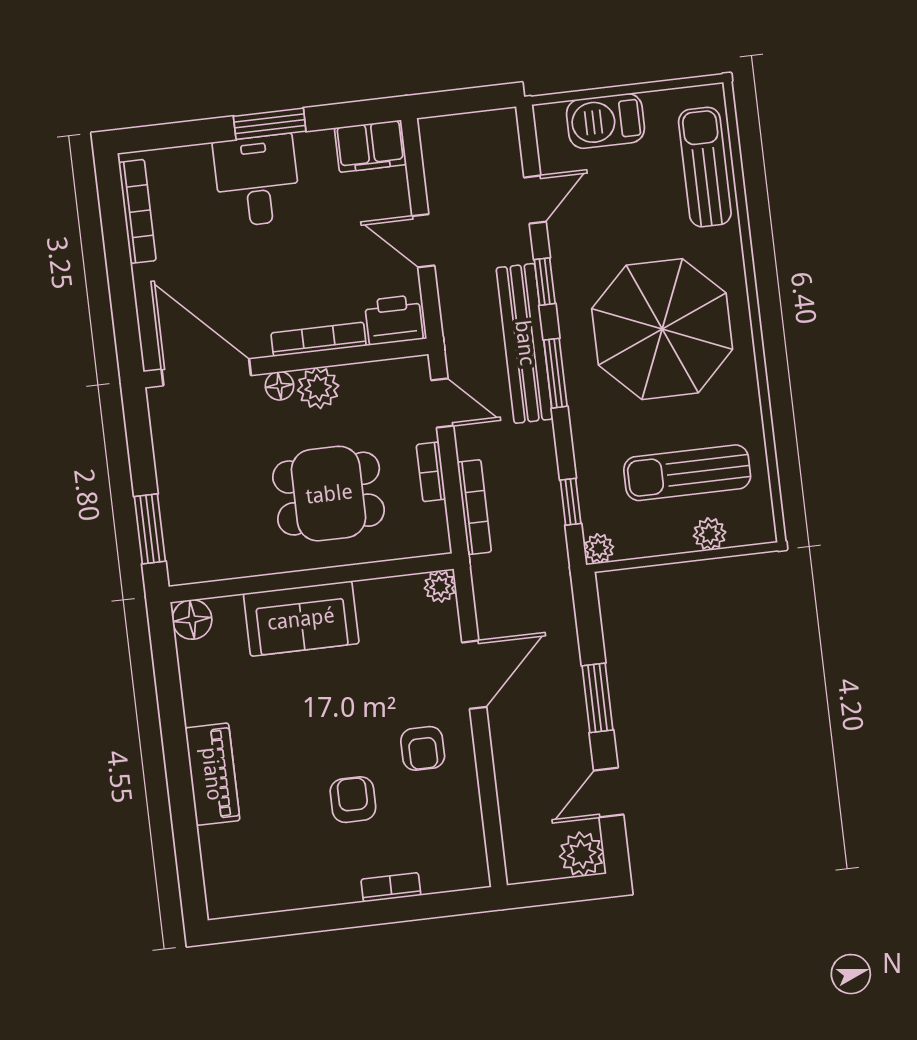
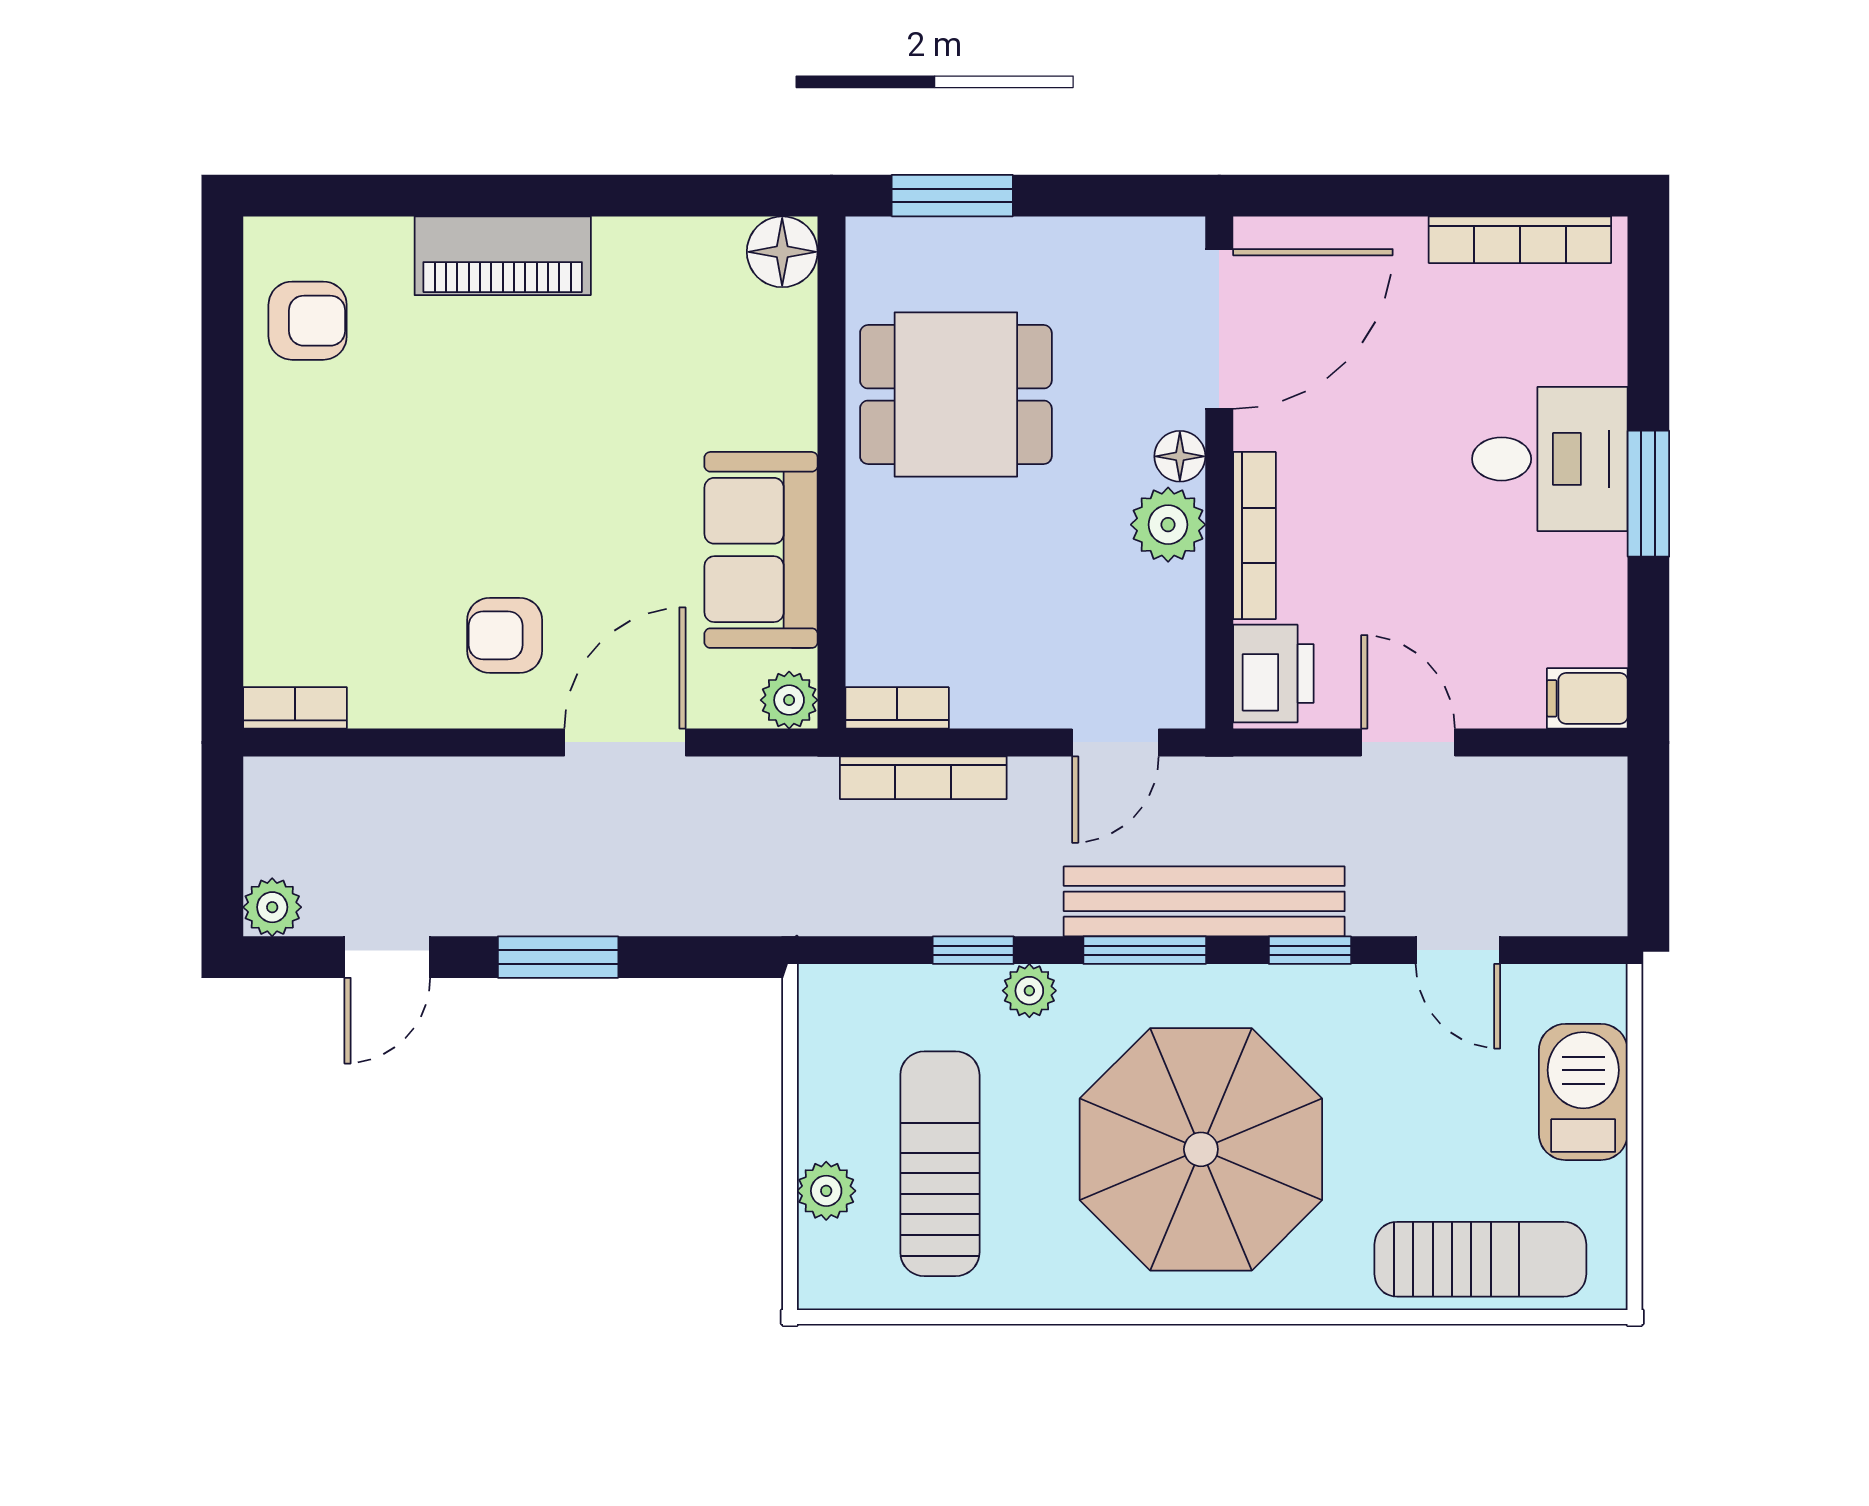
filing cabinet: (370, 146) -> (1587, 698), width x0.50
door: (423, 241) -> (1408, 742), hinge flipped
bookcase: (431, 472) -> (897, 708), moved
dining table: (329, 494) -> (956, 395), moved, turned 90
window: (571, 502) -> (973, 950), moved
plant: (599, 548) -> (1029, 991), moved
sofa: (301, 619) -> (761, 550), moved
door: (474, 675) -> (625, 742), swing flipped
door: (609, 792) -> (387, 957), swing flipped
armchair: (353, 800) -> (308, 321), moved
plant: (582, 854) -> (272, 907), width x0.73, depth x0.73
bookcase: (391, 887) -> (295, 708), moved, turned -90

